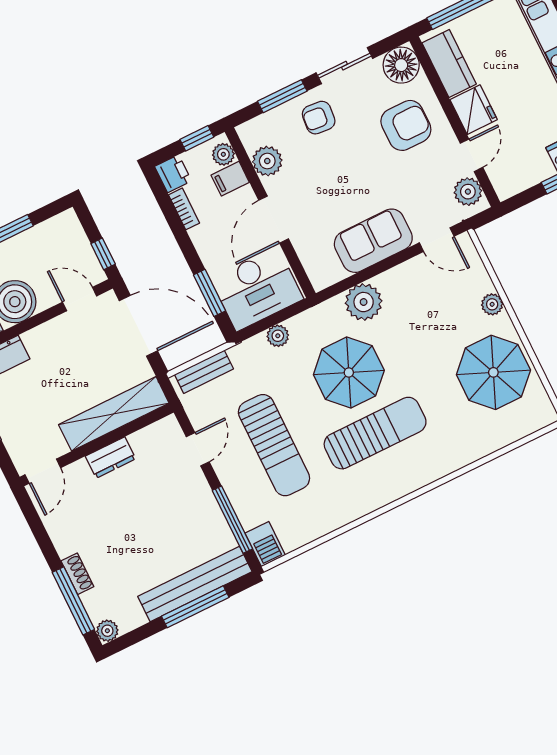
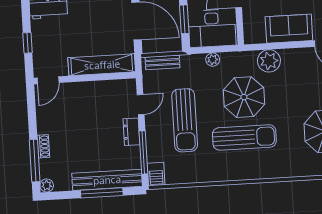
dresser: (111, 457) -> (131, 132), moved, turned 90

